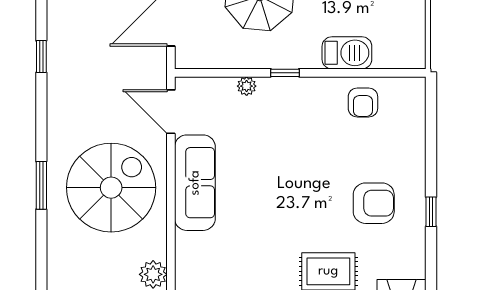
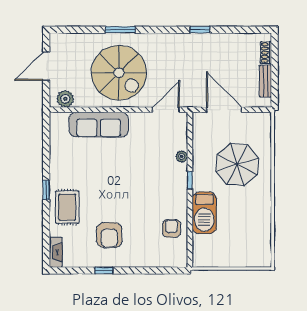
barbecue: (347, 53) -> (204, 213), width x1.37, depth x1.21
armchair: (363, 102) -> (172, 228), turned 90
sofa: (195, 183) -> (99, 125), moved

